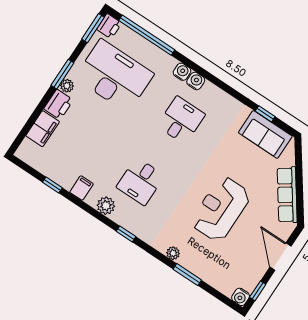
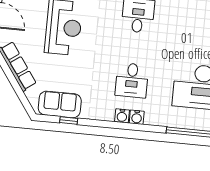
water cooler: (182, 72) -> (122, 116), moved

